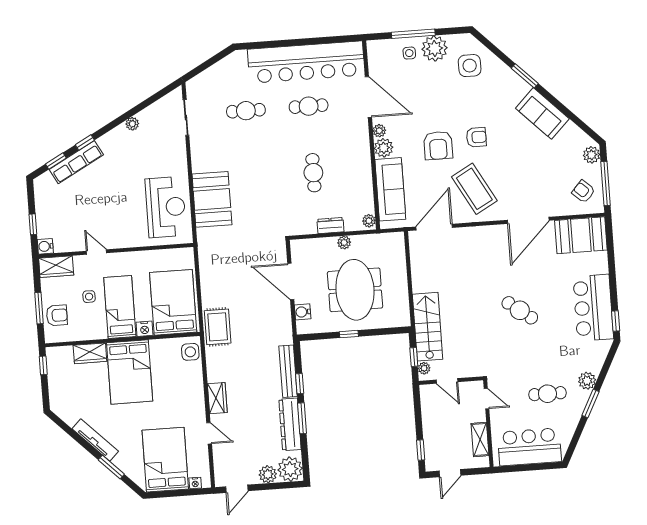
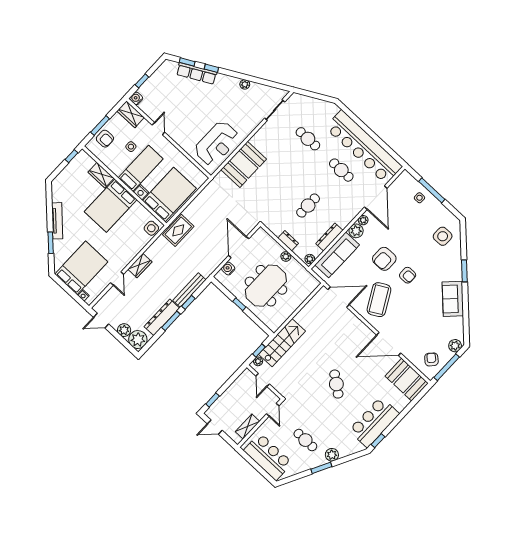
plant: (435, 48) -> (434, 209), removed
dresser: (365, 180) -> (329, 237), added

